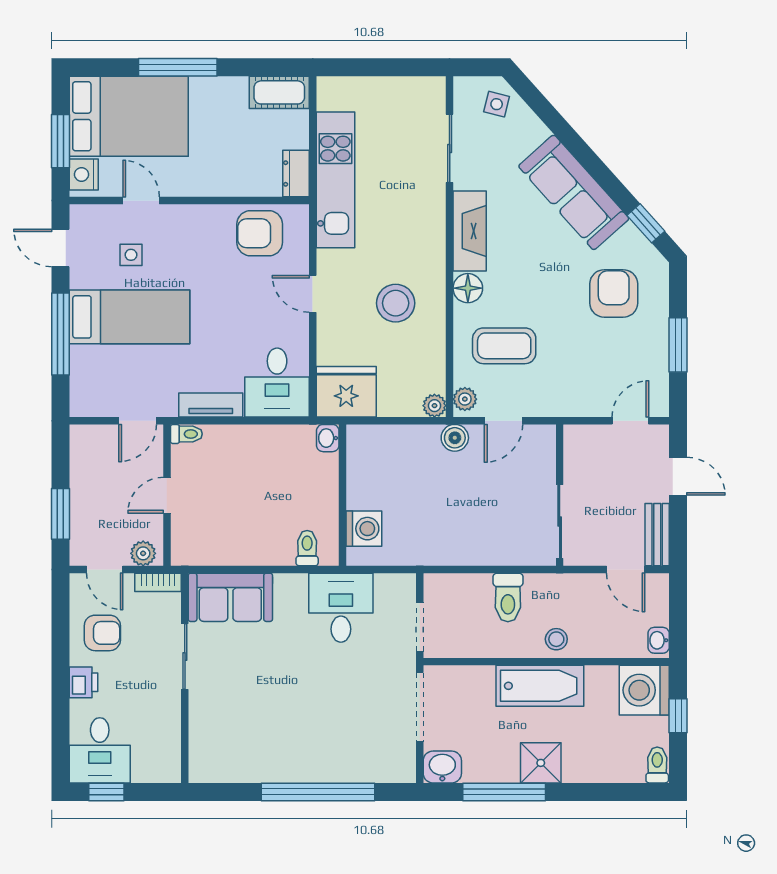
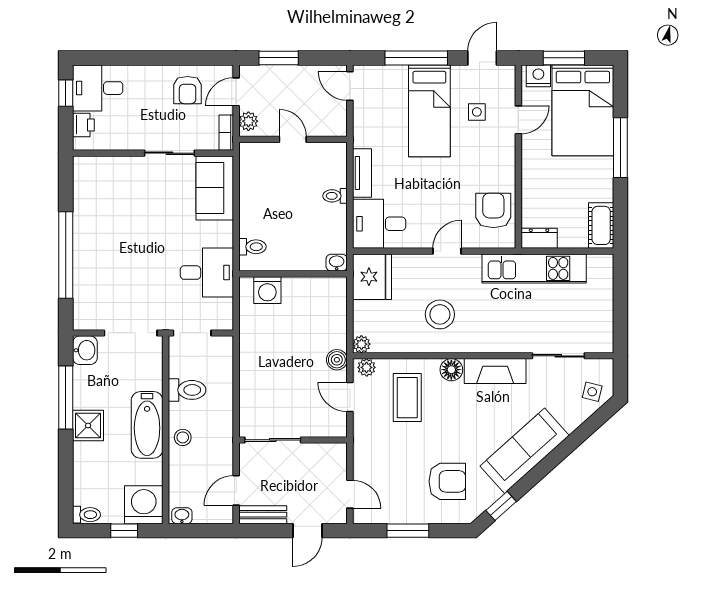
door: (138, 421) -> (350, 86), moved
toilet: (186, 434) -> (335, 196), moved, turned 90
toilet: (508, 597) -> (187, 390), moved, turned 180
printer: (83, 682) -> (83, 125), moved, turned -90

